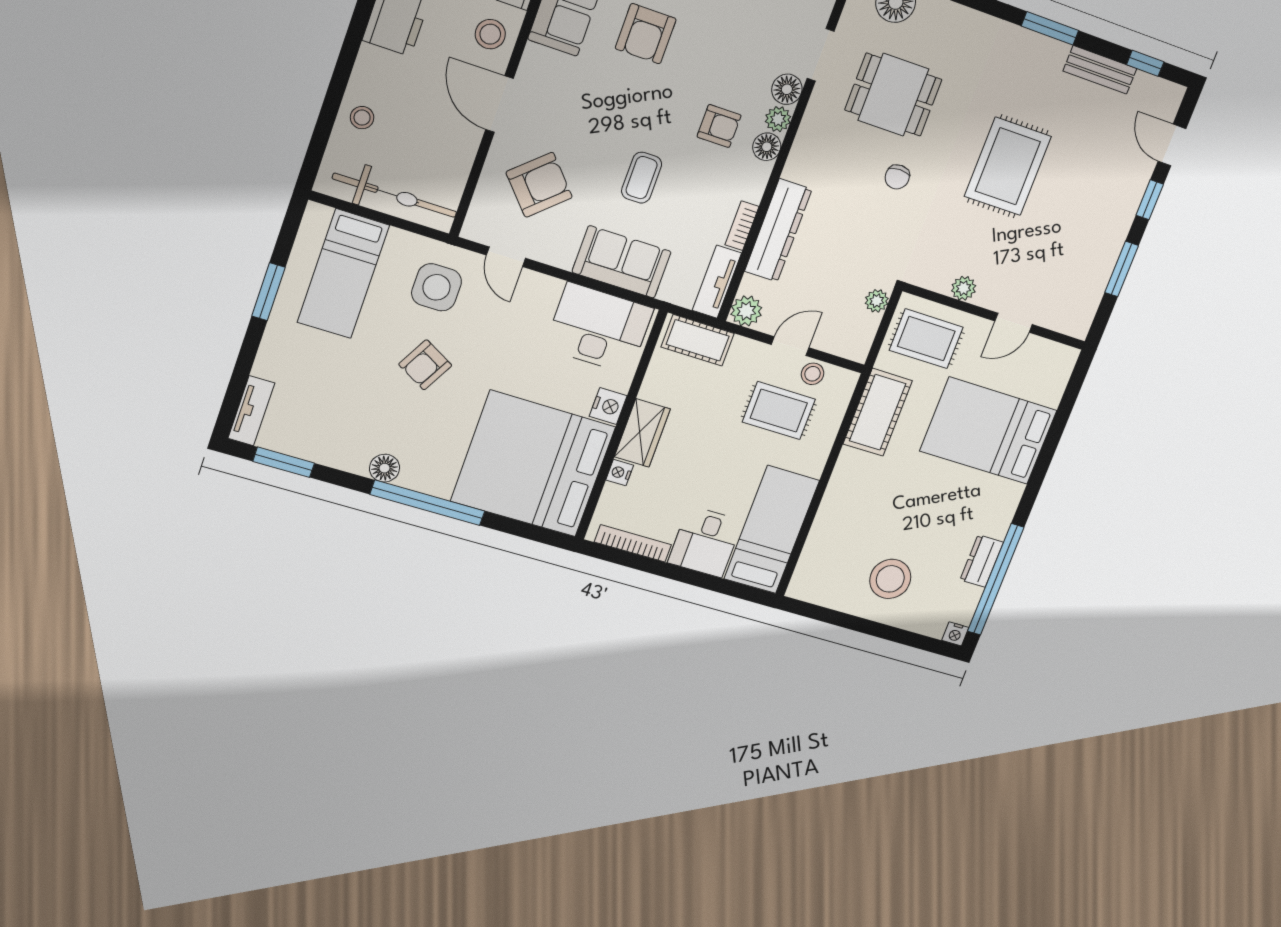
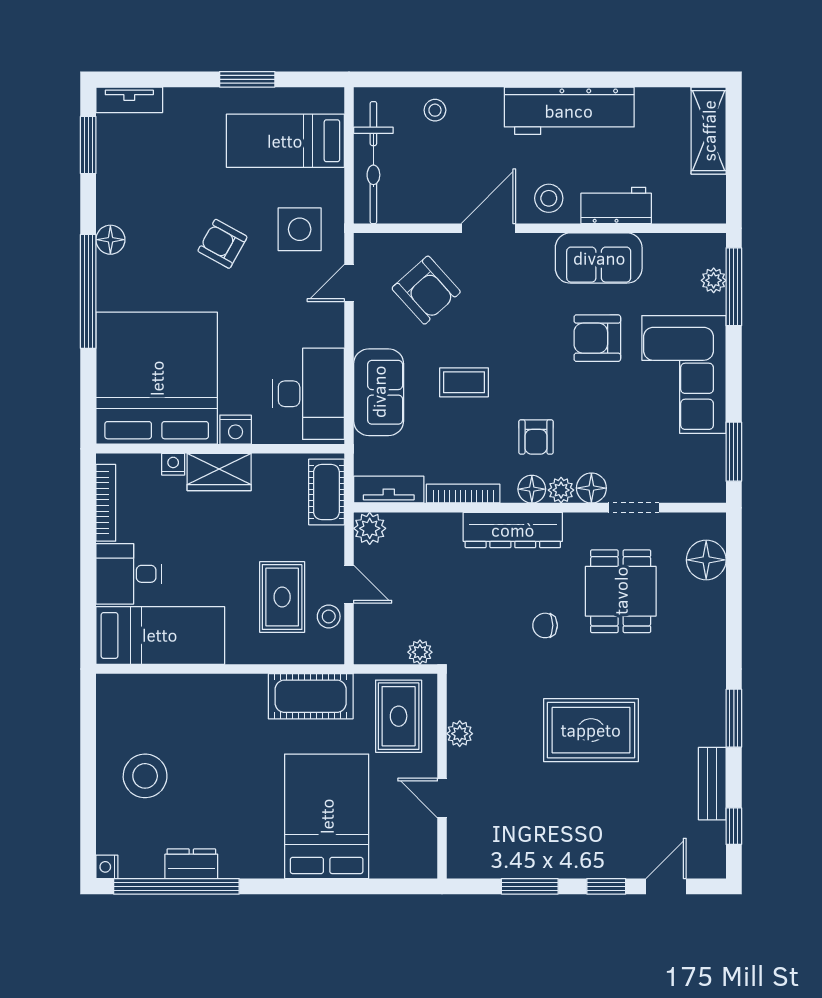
bookcase: (742, 226) -> (463, 494), width x1.56
dresser: (778, 230) -> (513, 530), moved

